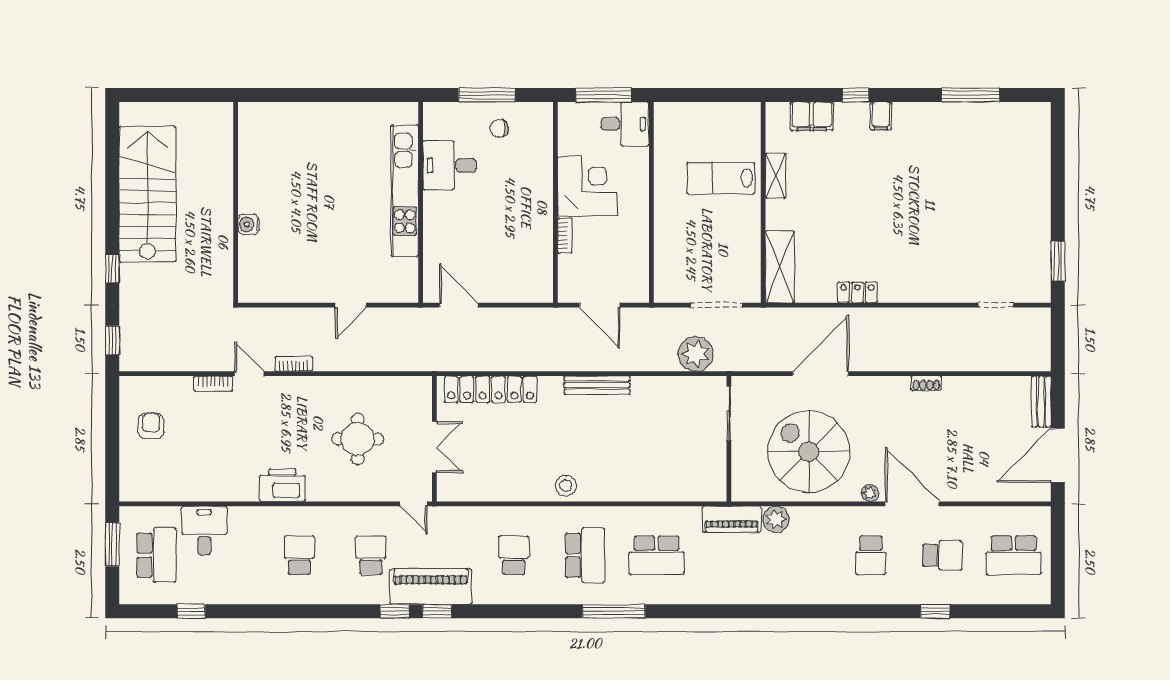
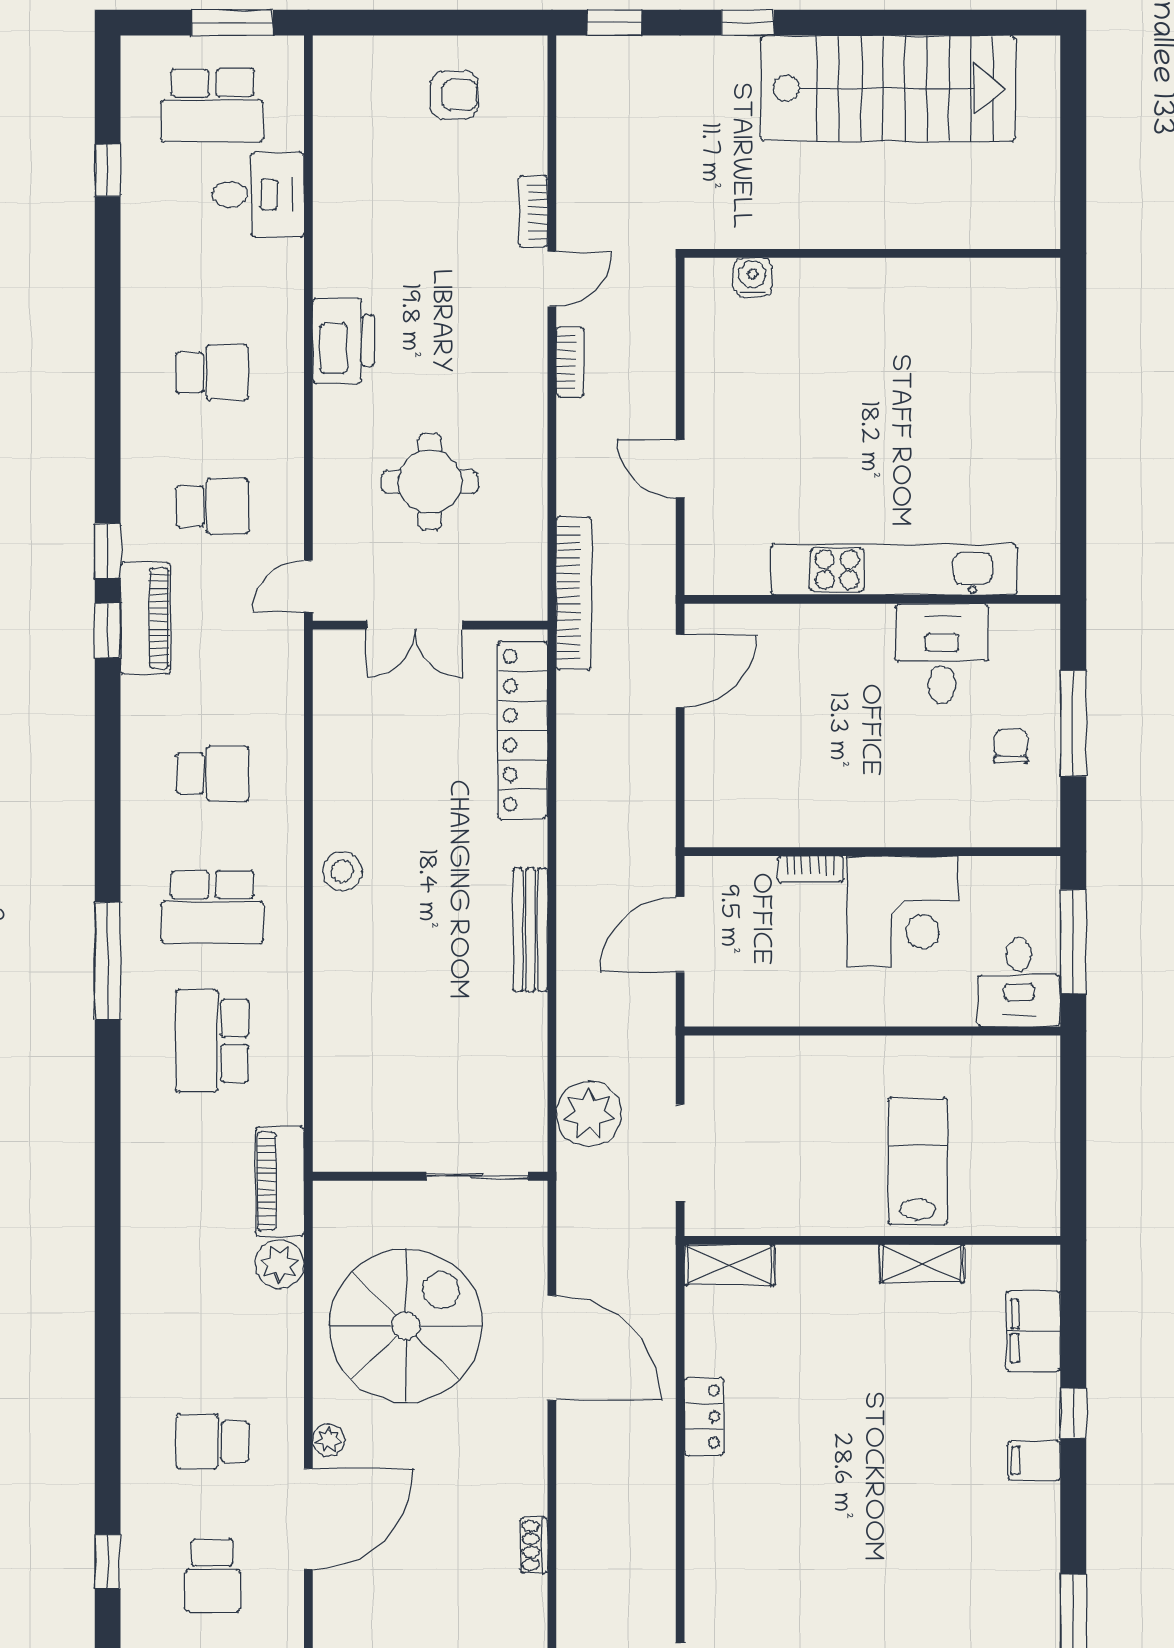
water cooler: (248, 224) -> (753, 277), moved
shelving: (780, 267) -> (729, 1265), width x0.67, depth x0.75
bookcase: (417, 362) -> (574, 593), added
piano: (431, 587) -> (145, 618), width x0.73, depth x0.75

